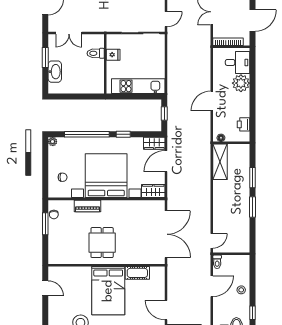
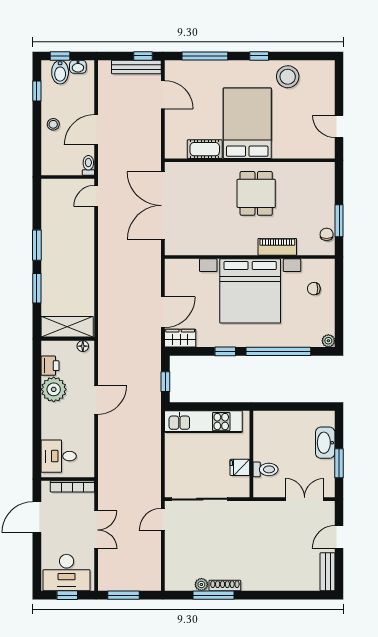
plant: (241, 83) -> (54, 389), moved
shelving: (220, 162) -> (67, 327), moved, turned 90
wardrobe: (153, 191) -> (181, 269), removed

